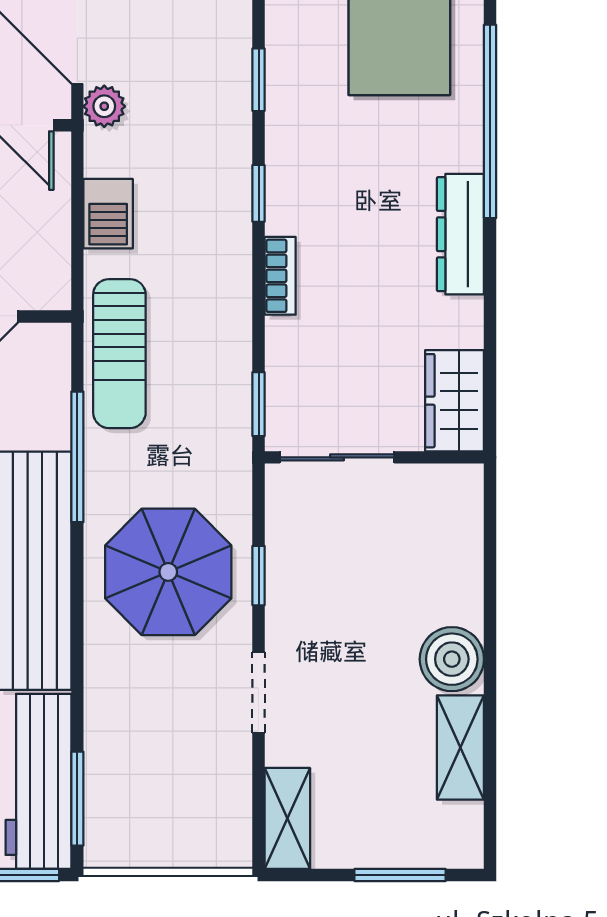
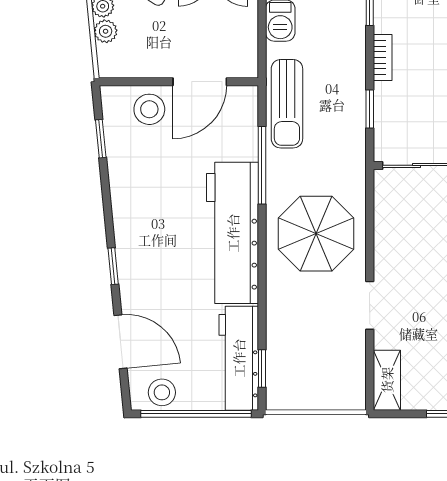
window: (259, 404) -> (370, 109), moved
window: (259, 576) -> (370, 236), removed
window: (77, 799) -> (262, 368), width x0.67

